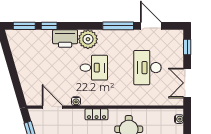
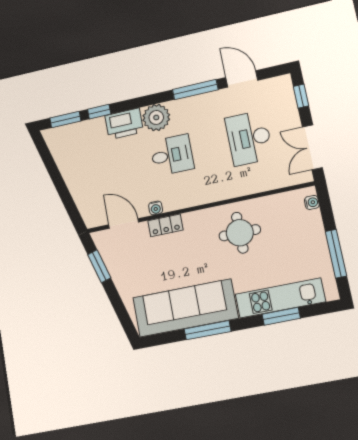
locker: (96, 114) -> (165, 225), moved

